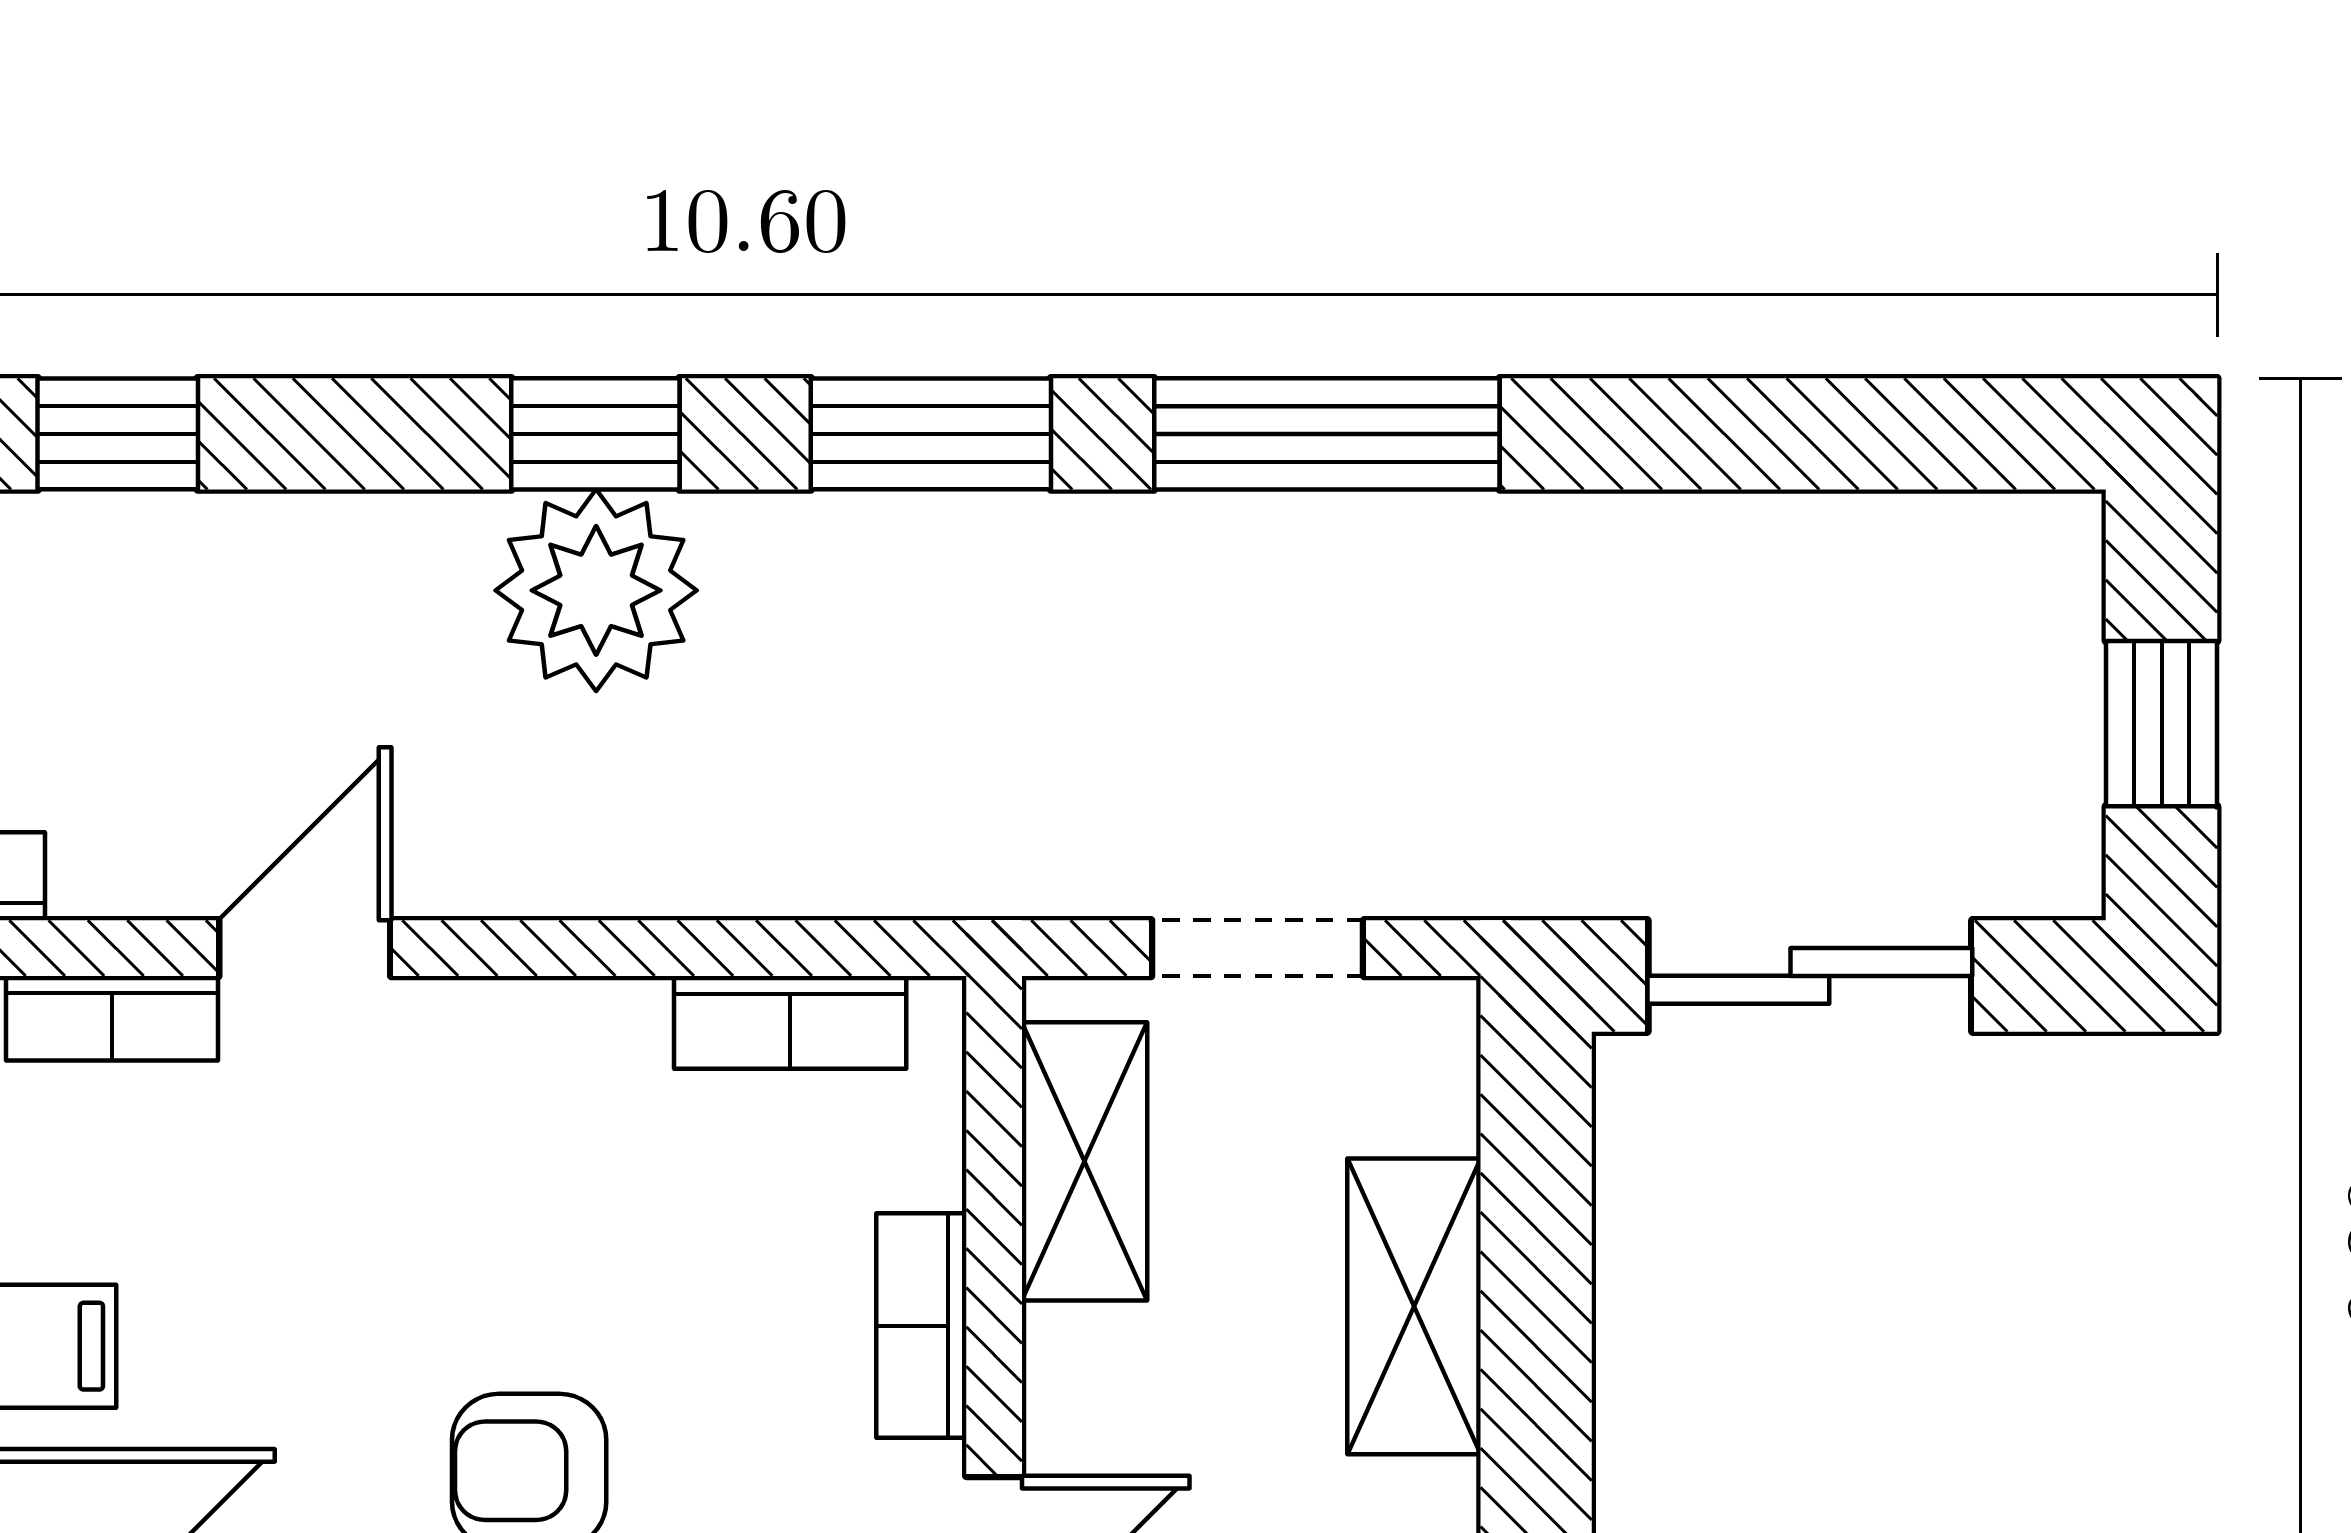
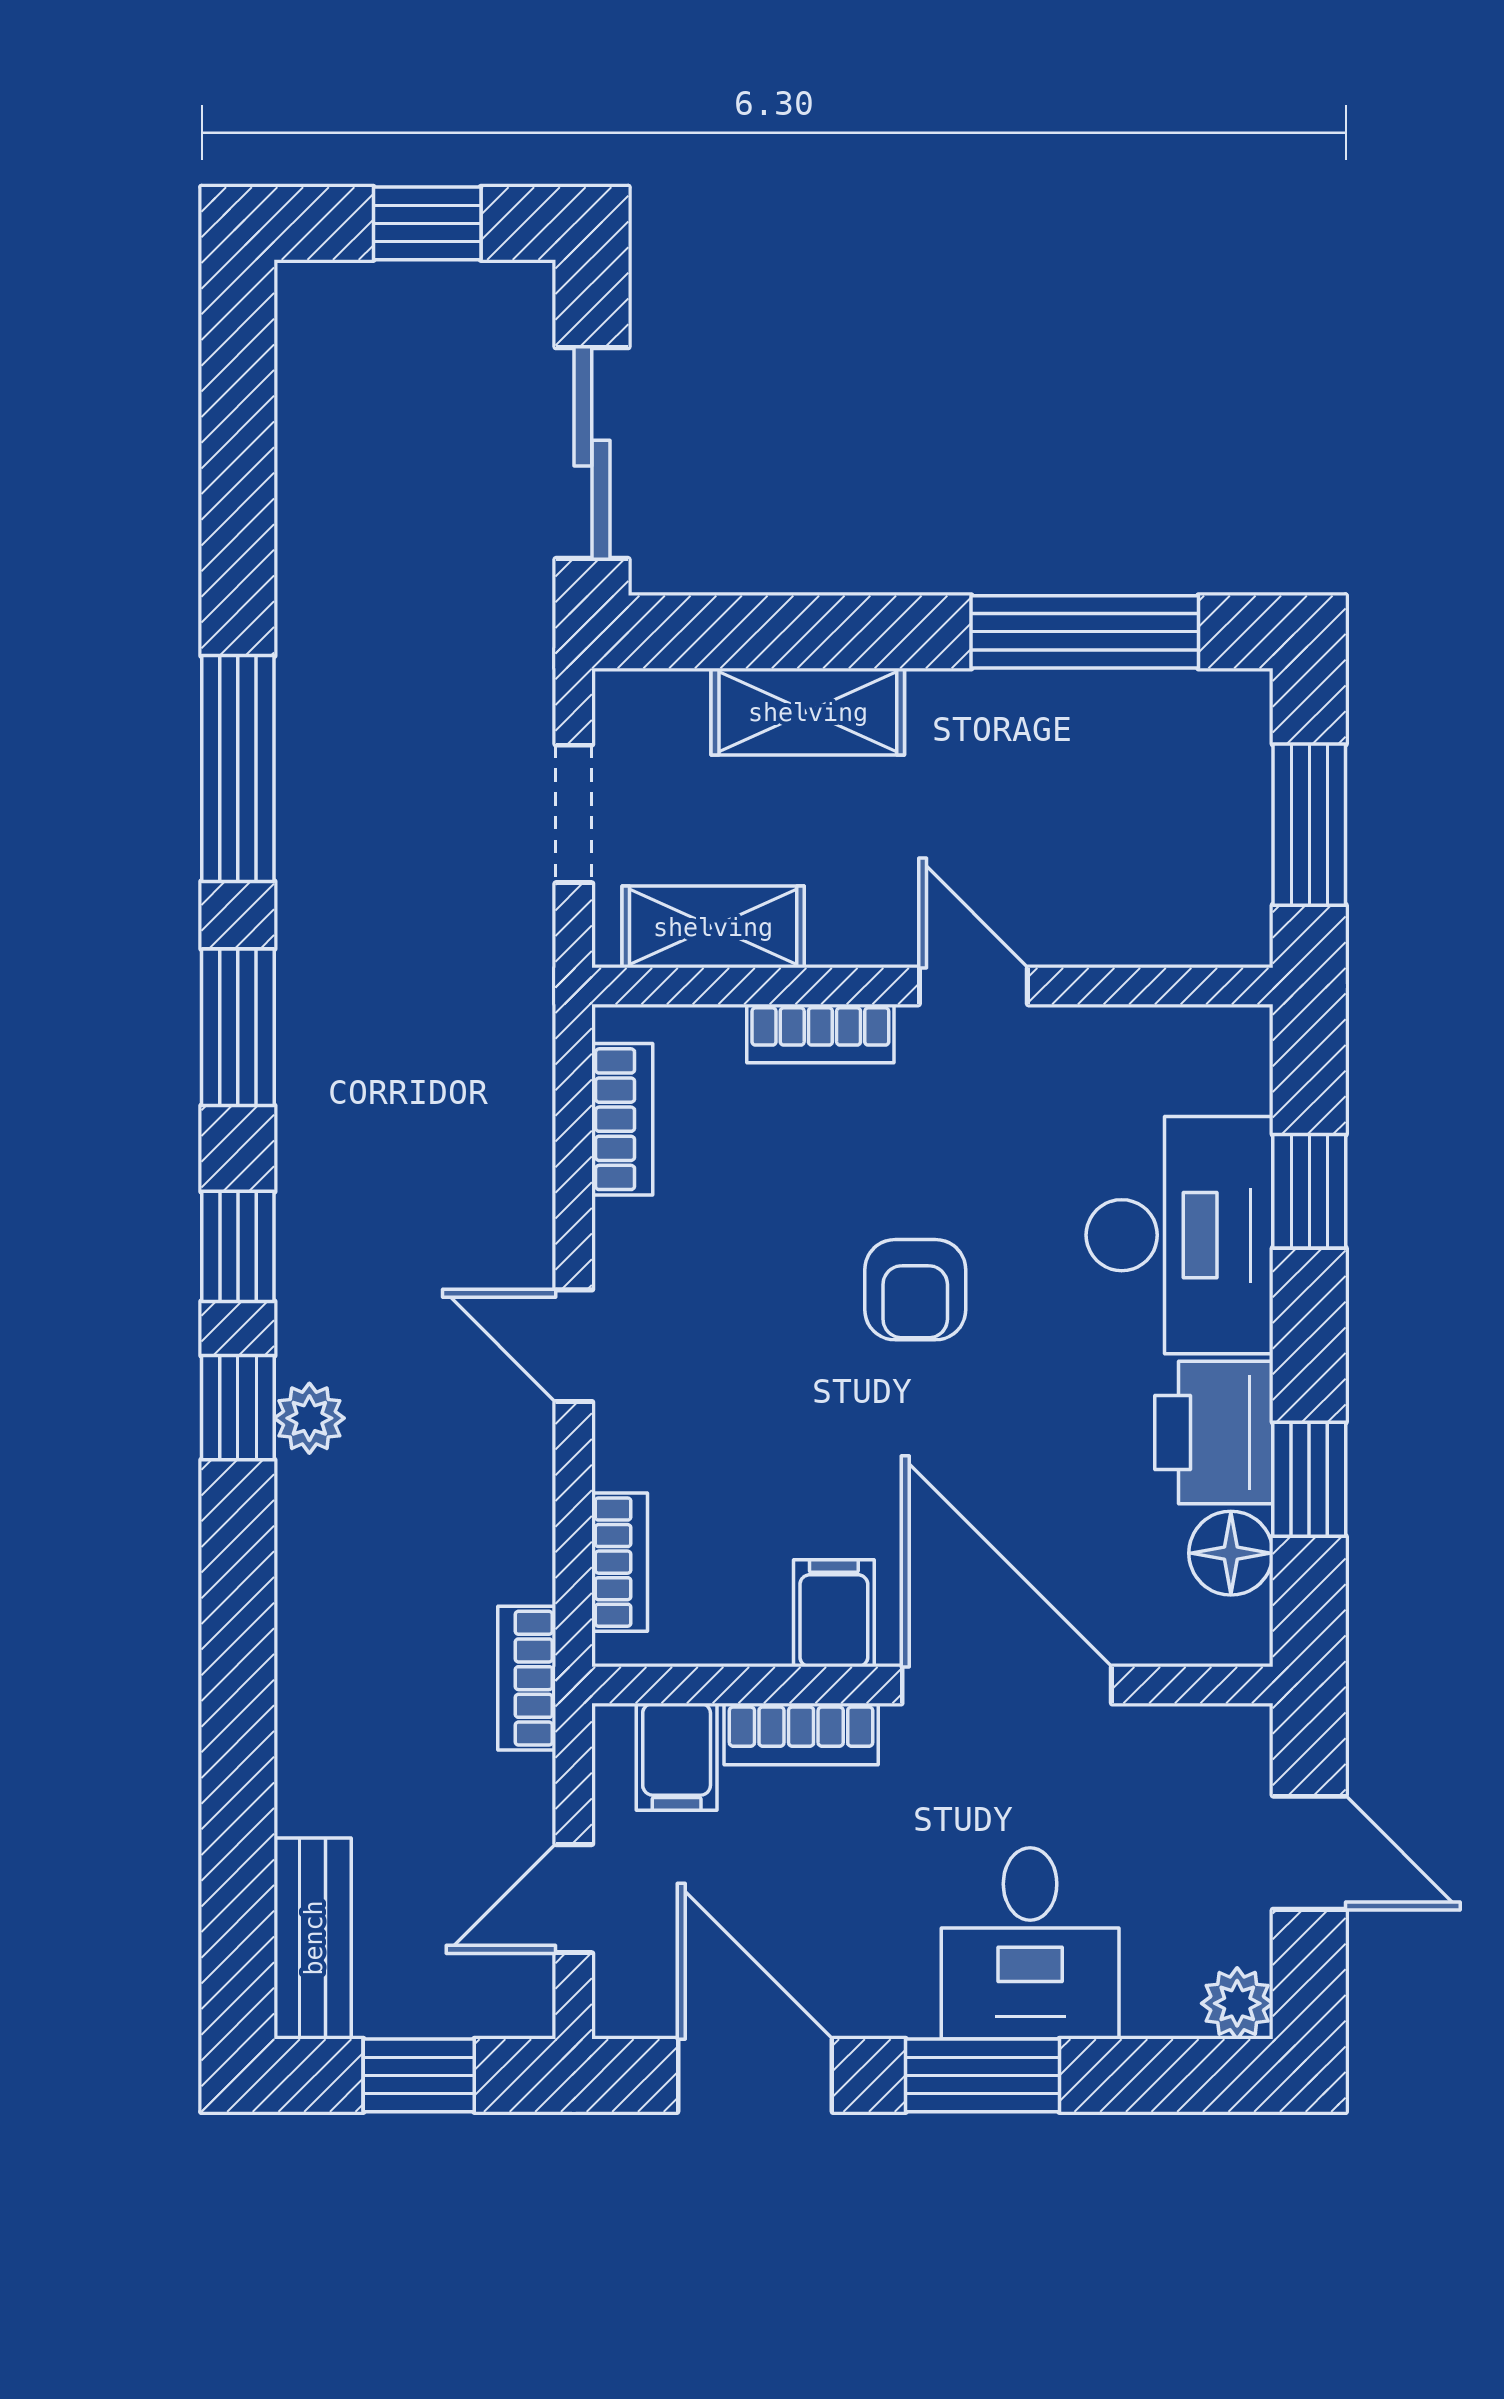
window: (118, 434) -> (238, 1408), moved
plant: (596, 590) -> (309, 1418), moved, width x0.53, depth x0.53
door: (305, 948) -> (574, 1346), moved

